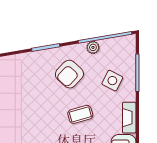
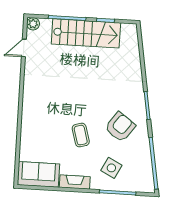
plant: (93, 47) -> (145, 151), removed
armchair: (69, 74) -> (120, 127), turned 83

